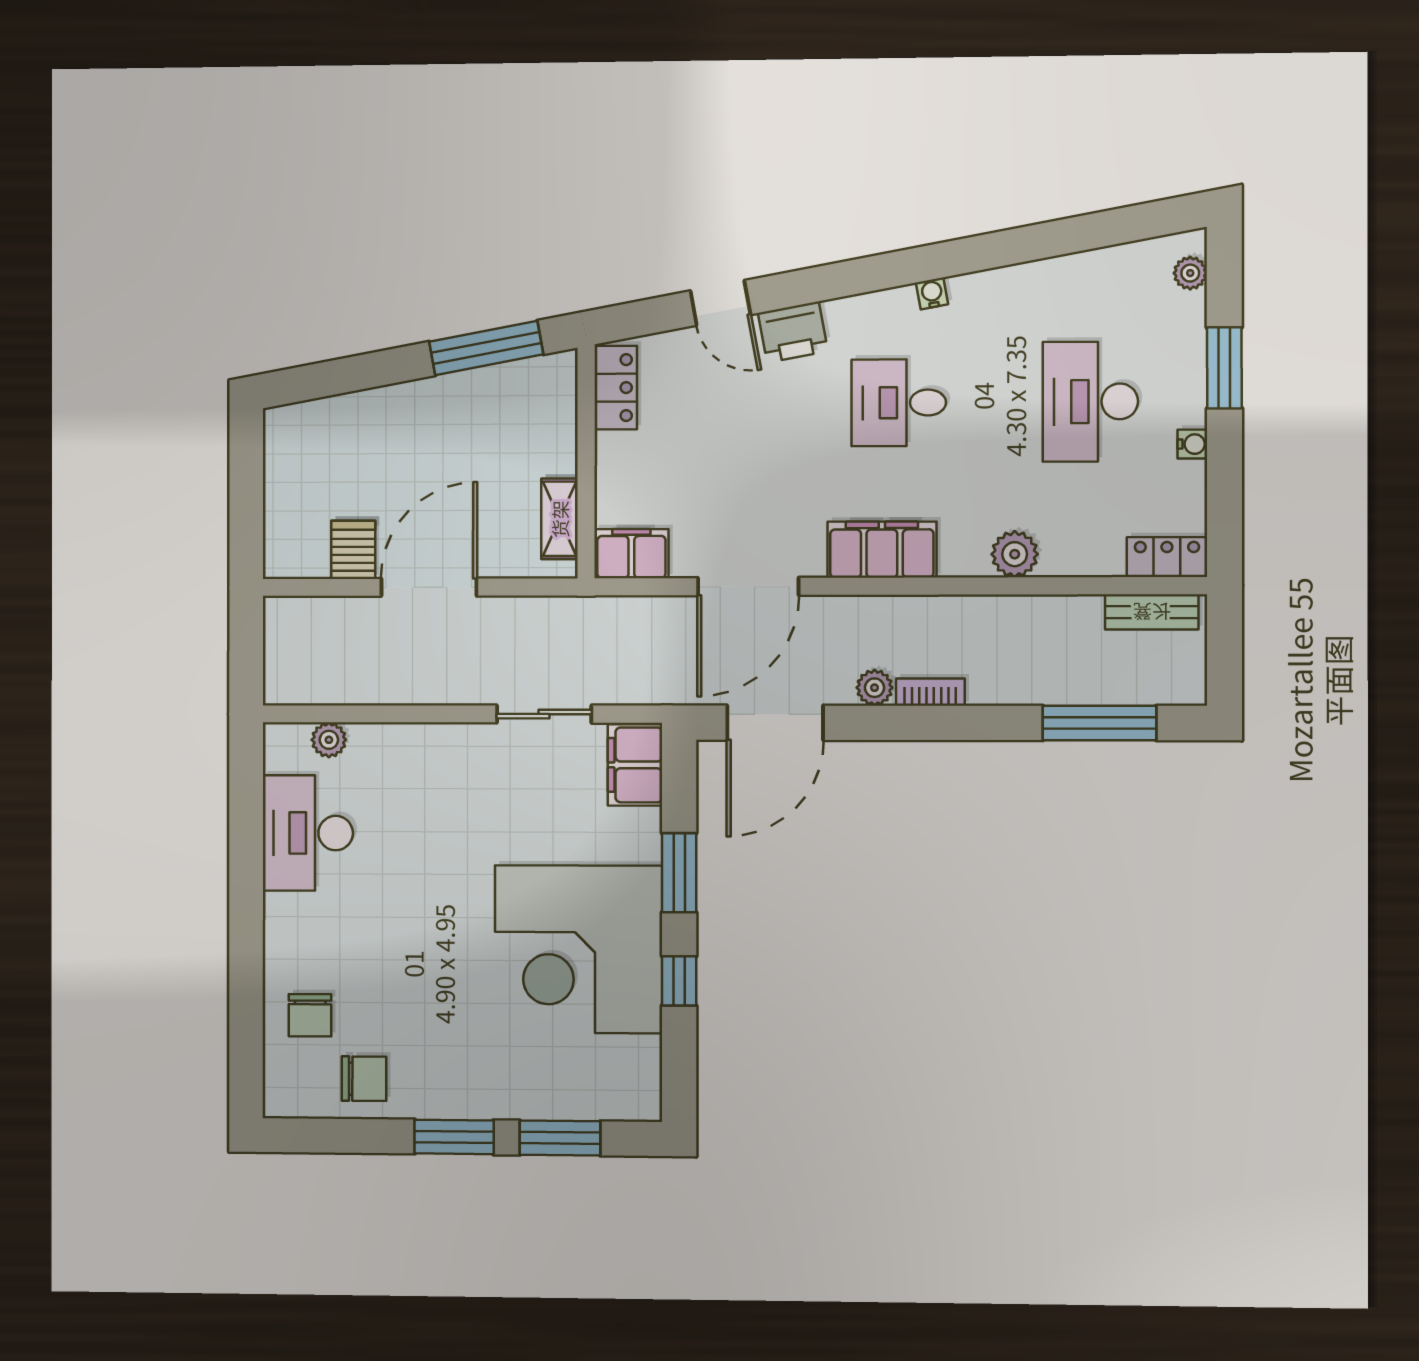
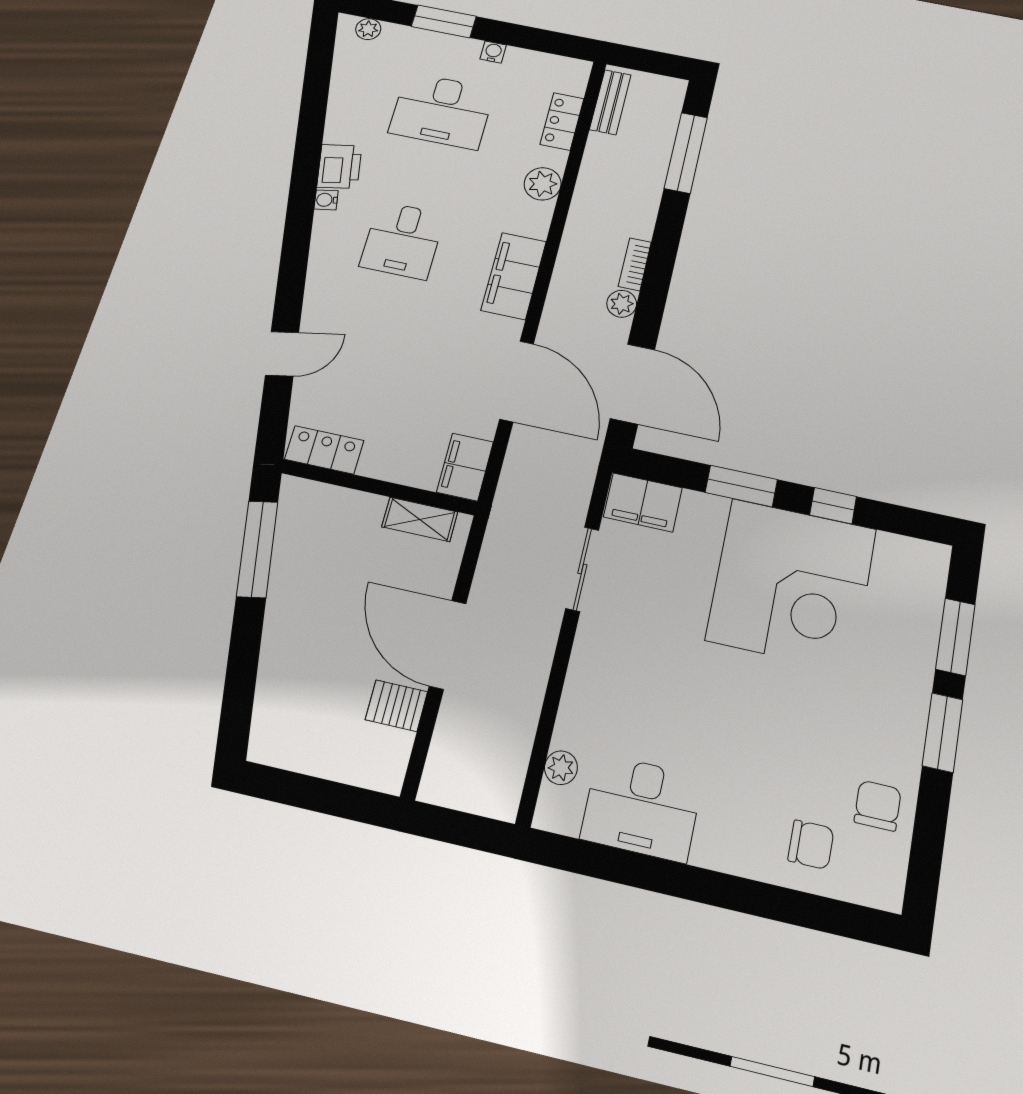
printer: (793, 332) -> (339, 166), moved
locker: (1167, 557) -> (562, 121), moved

